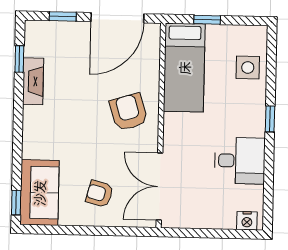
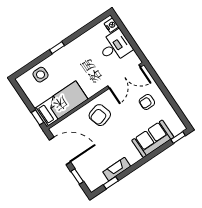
window: (207, 20) -> (37, 117), moved
desk: (240, 161) -> (115, 46), moved, turned 90
sofa: (39, 193) -> (153, 139), moved
armchair: (99, 194) -> (147, 102), turned 75

